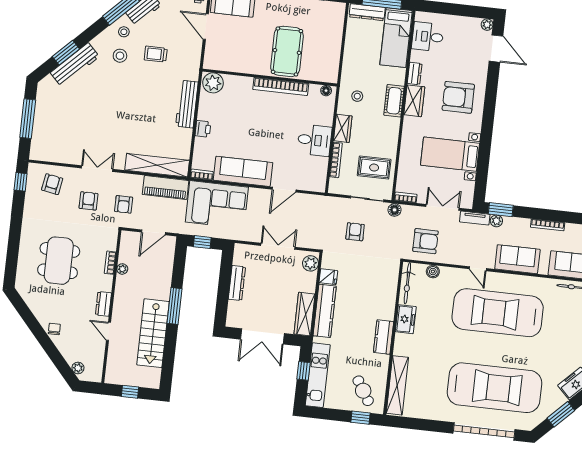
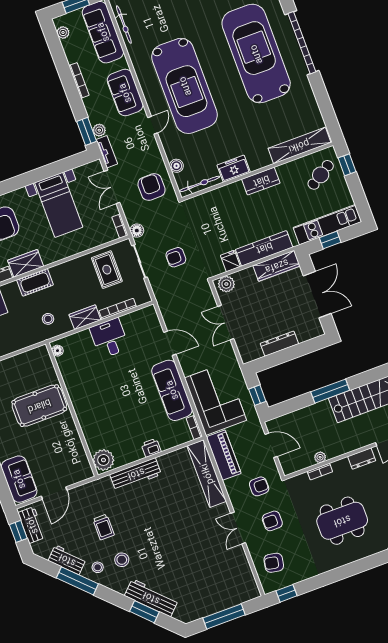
bookcase: (281, 86) -> (75, 395), removed

